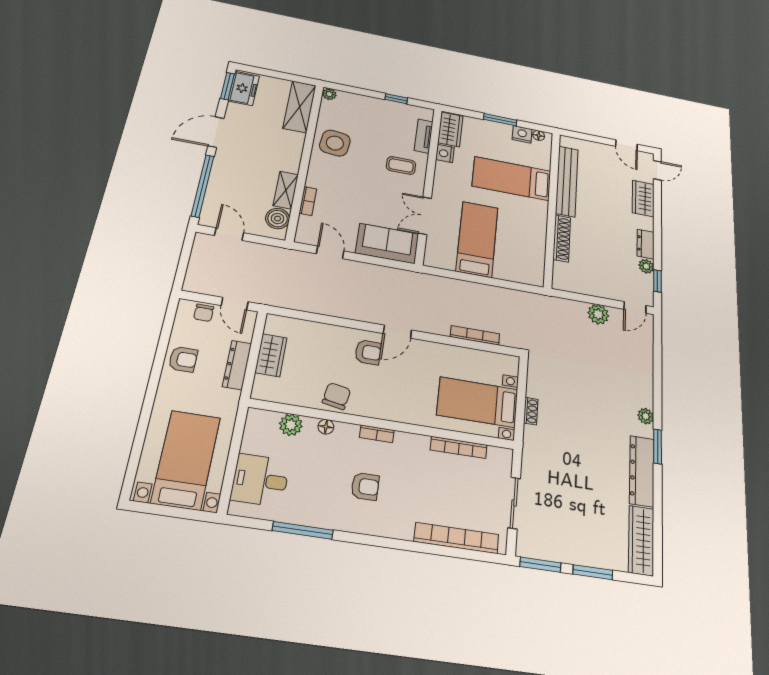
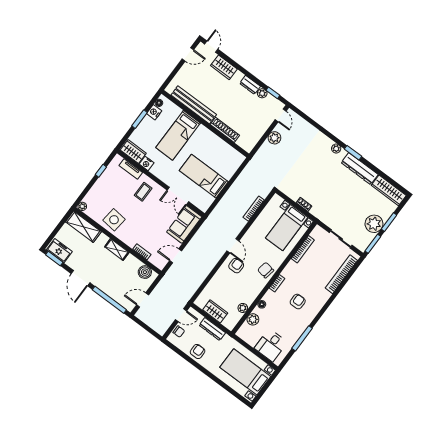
shelving: (286, 190) -> (117, 250), moved
chair: (336, 396) -> (266, 270), moved
plant: (302, 398) -> (243, 308), added
plant: (574, 547) -> (374, 224), added

